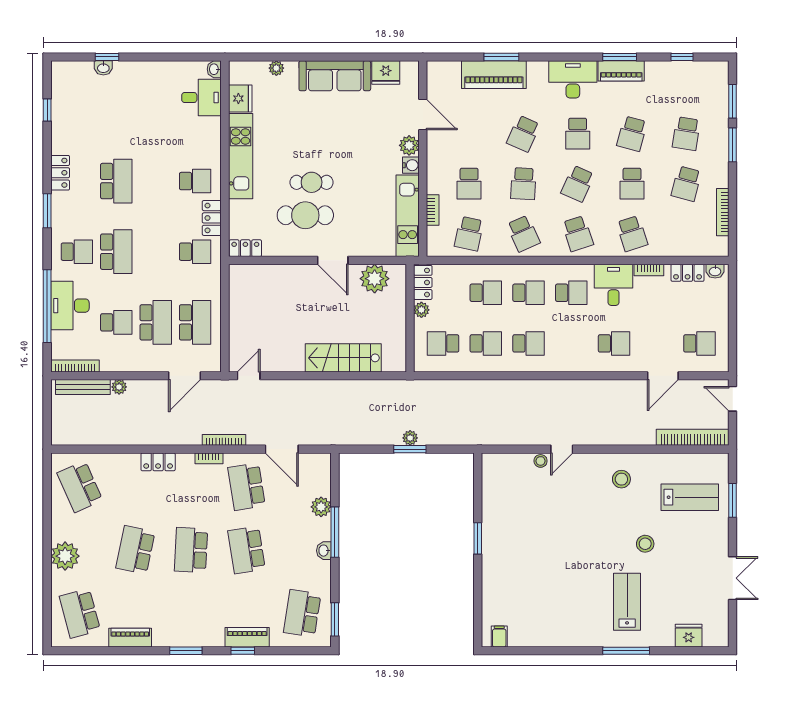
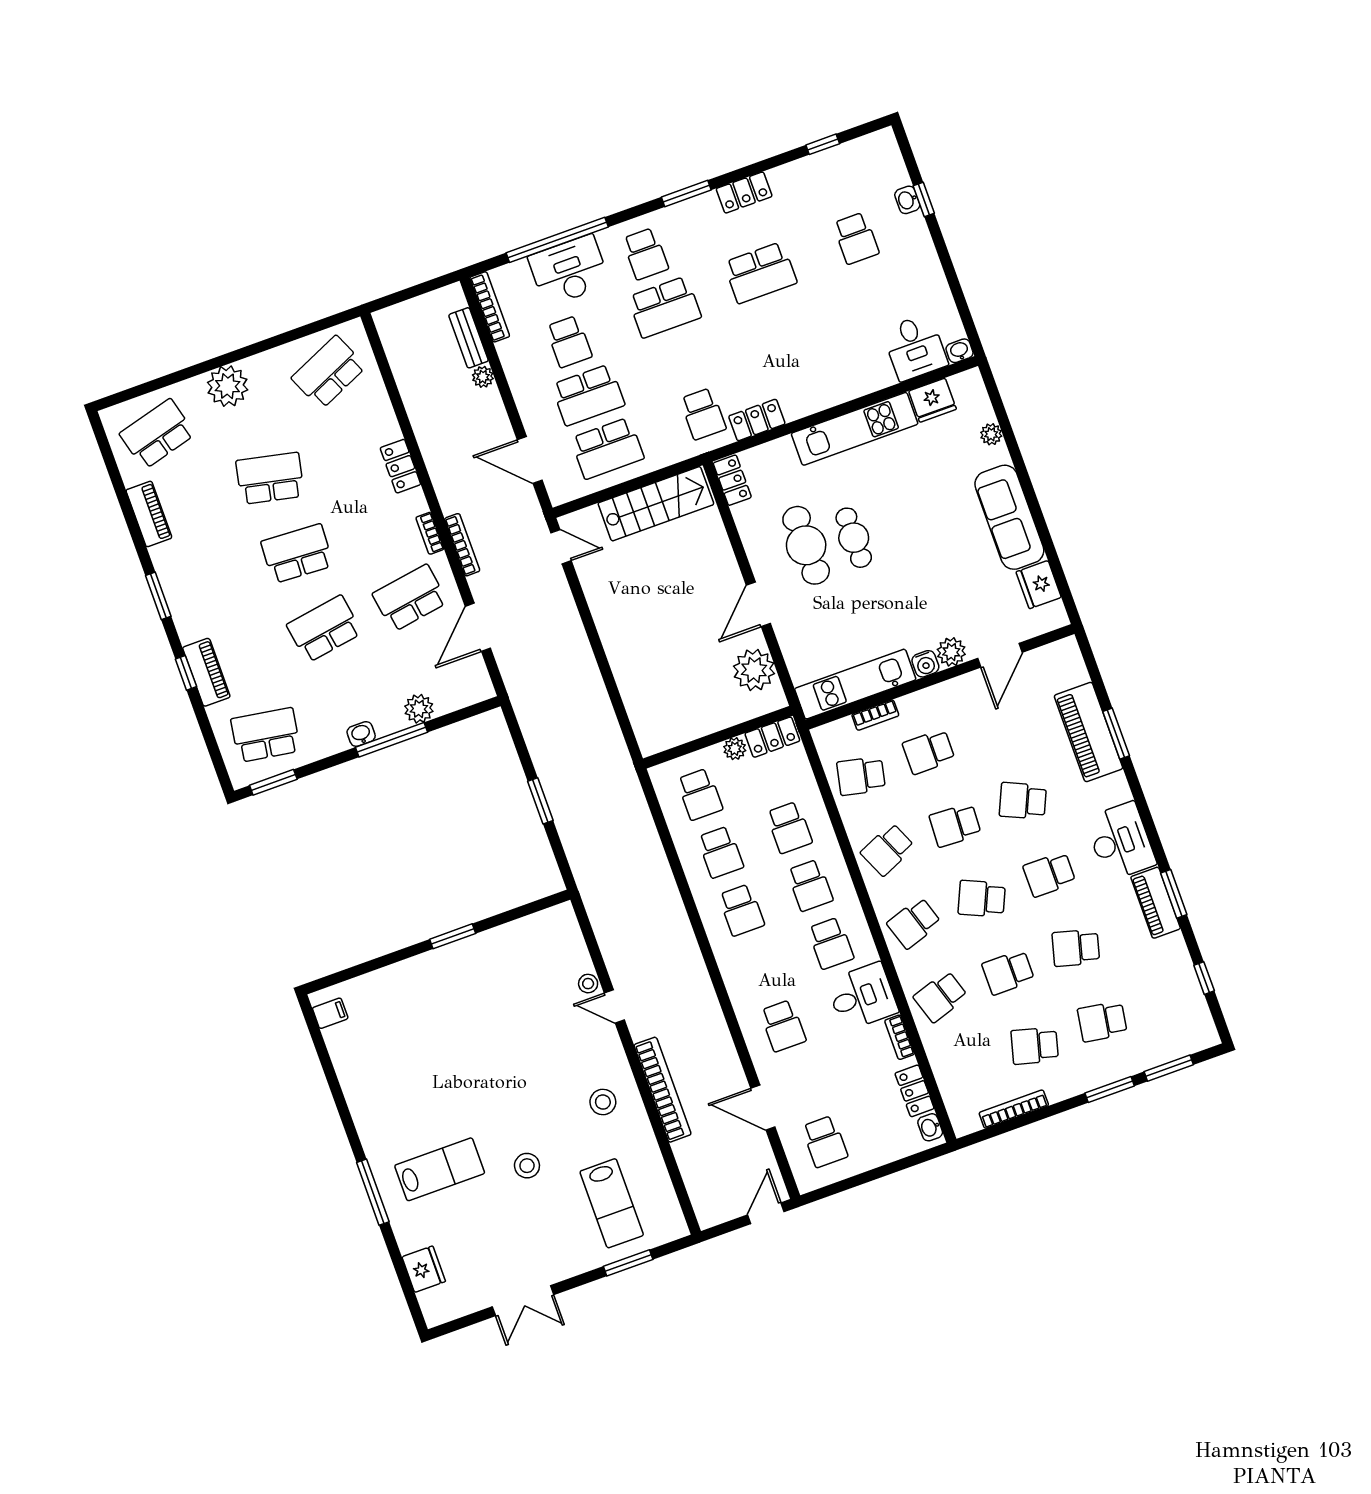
school desk: (195, 181) -> (856, 238), moved
school desk: (443, 343) -> (700, 794), turned 180
stairs: (343, 358) -> (656, 504), moved, turned 90
bench: (83, 387) -> (469, 338), width x0.73
bookcase: (693, 437) -> (663, 1090), moved
plant: (410, 438) -> (556, 796), removed

